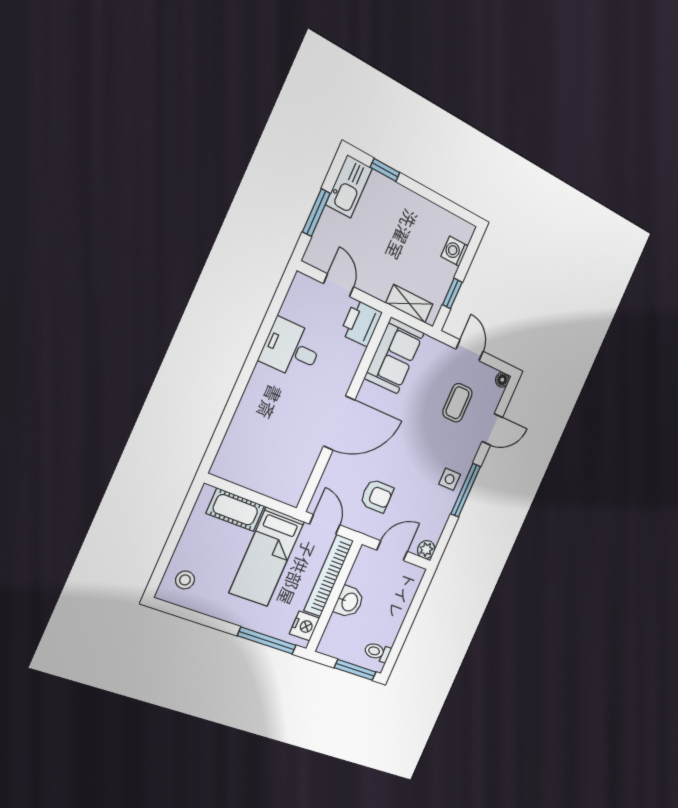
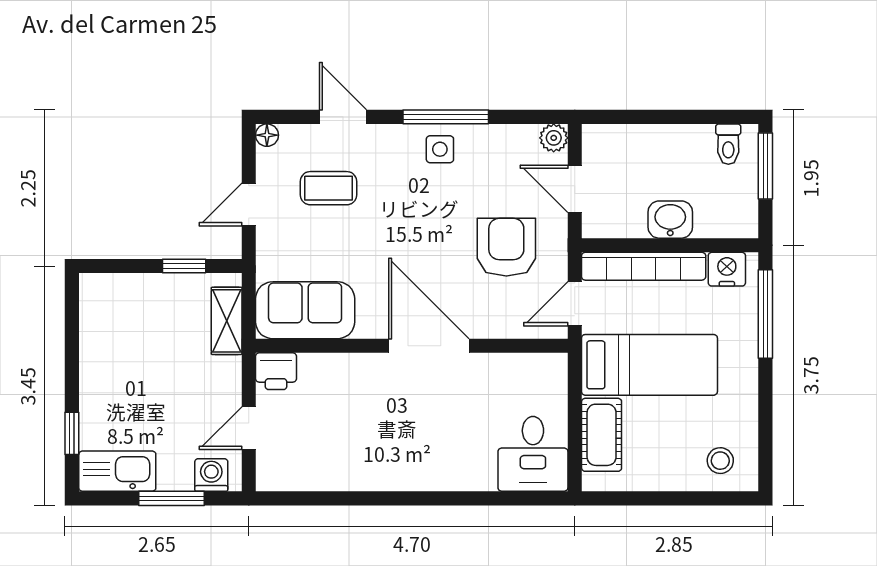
washing machine: (455, 251) -> (211, 475), moved, turned 180
printer: (361, 323) -> (276, 371), width x0.73, depth x0.81
desk: (291, 349) -> (533, 454), moved
armchair: (377, 496) -> (506, 247), width x1.38, depth x1.38

